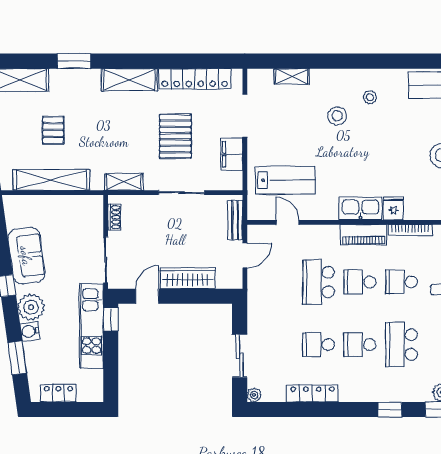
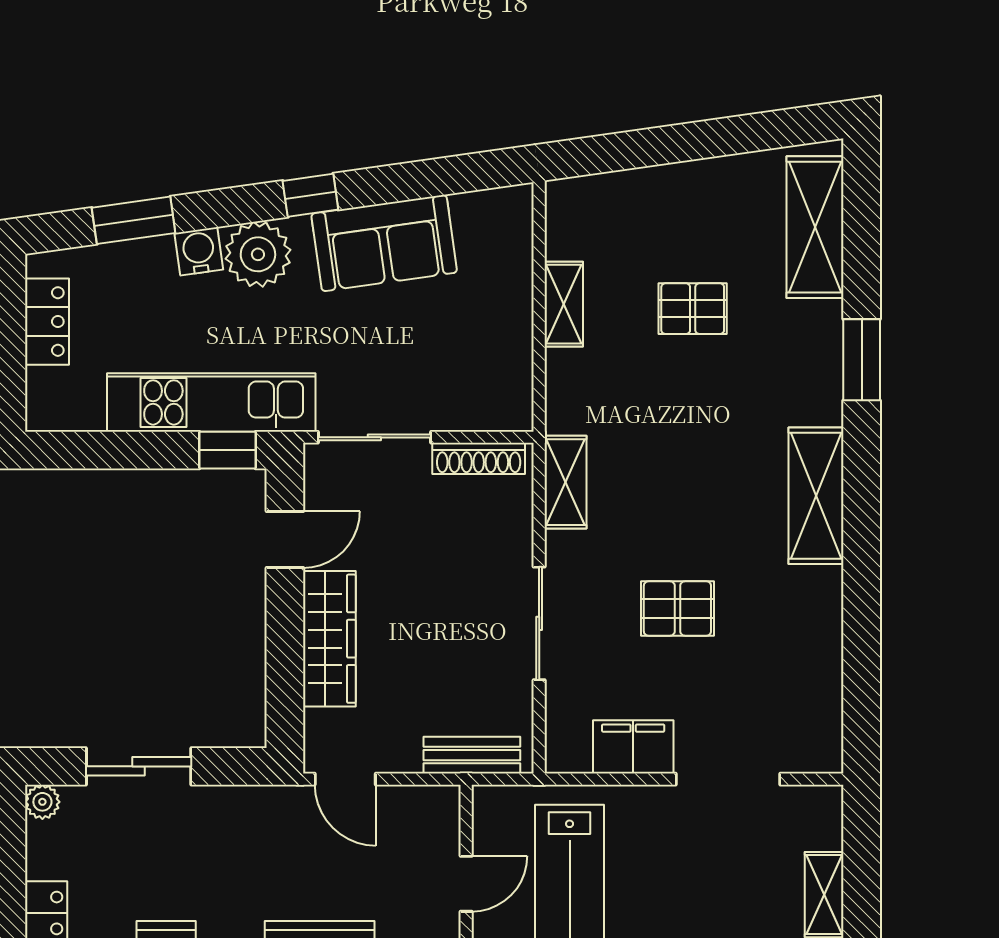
locker: (195, 79) -> (819, 656), removed
pallet: (175, 136) -> (677, 609), width x0.67, depth x0.71
shelving: (51, 180) -> (564, 304), width x0.45, depth x0.75
shoe rack: (114, 217) -> (479, 458), width x1.43
door: (245, 255) -> (345, 779), moved
door: (147, 296) -> (285, 539), hinge flipped

